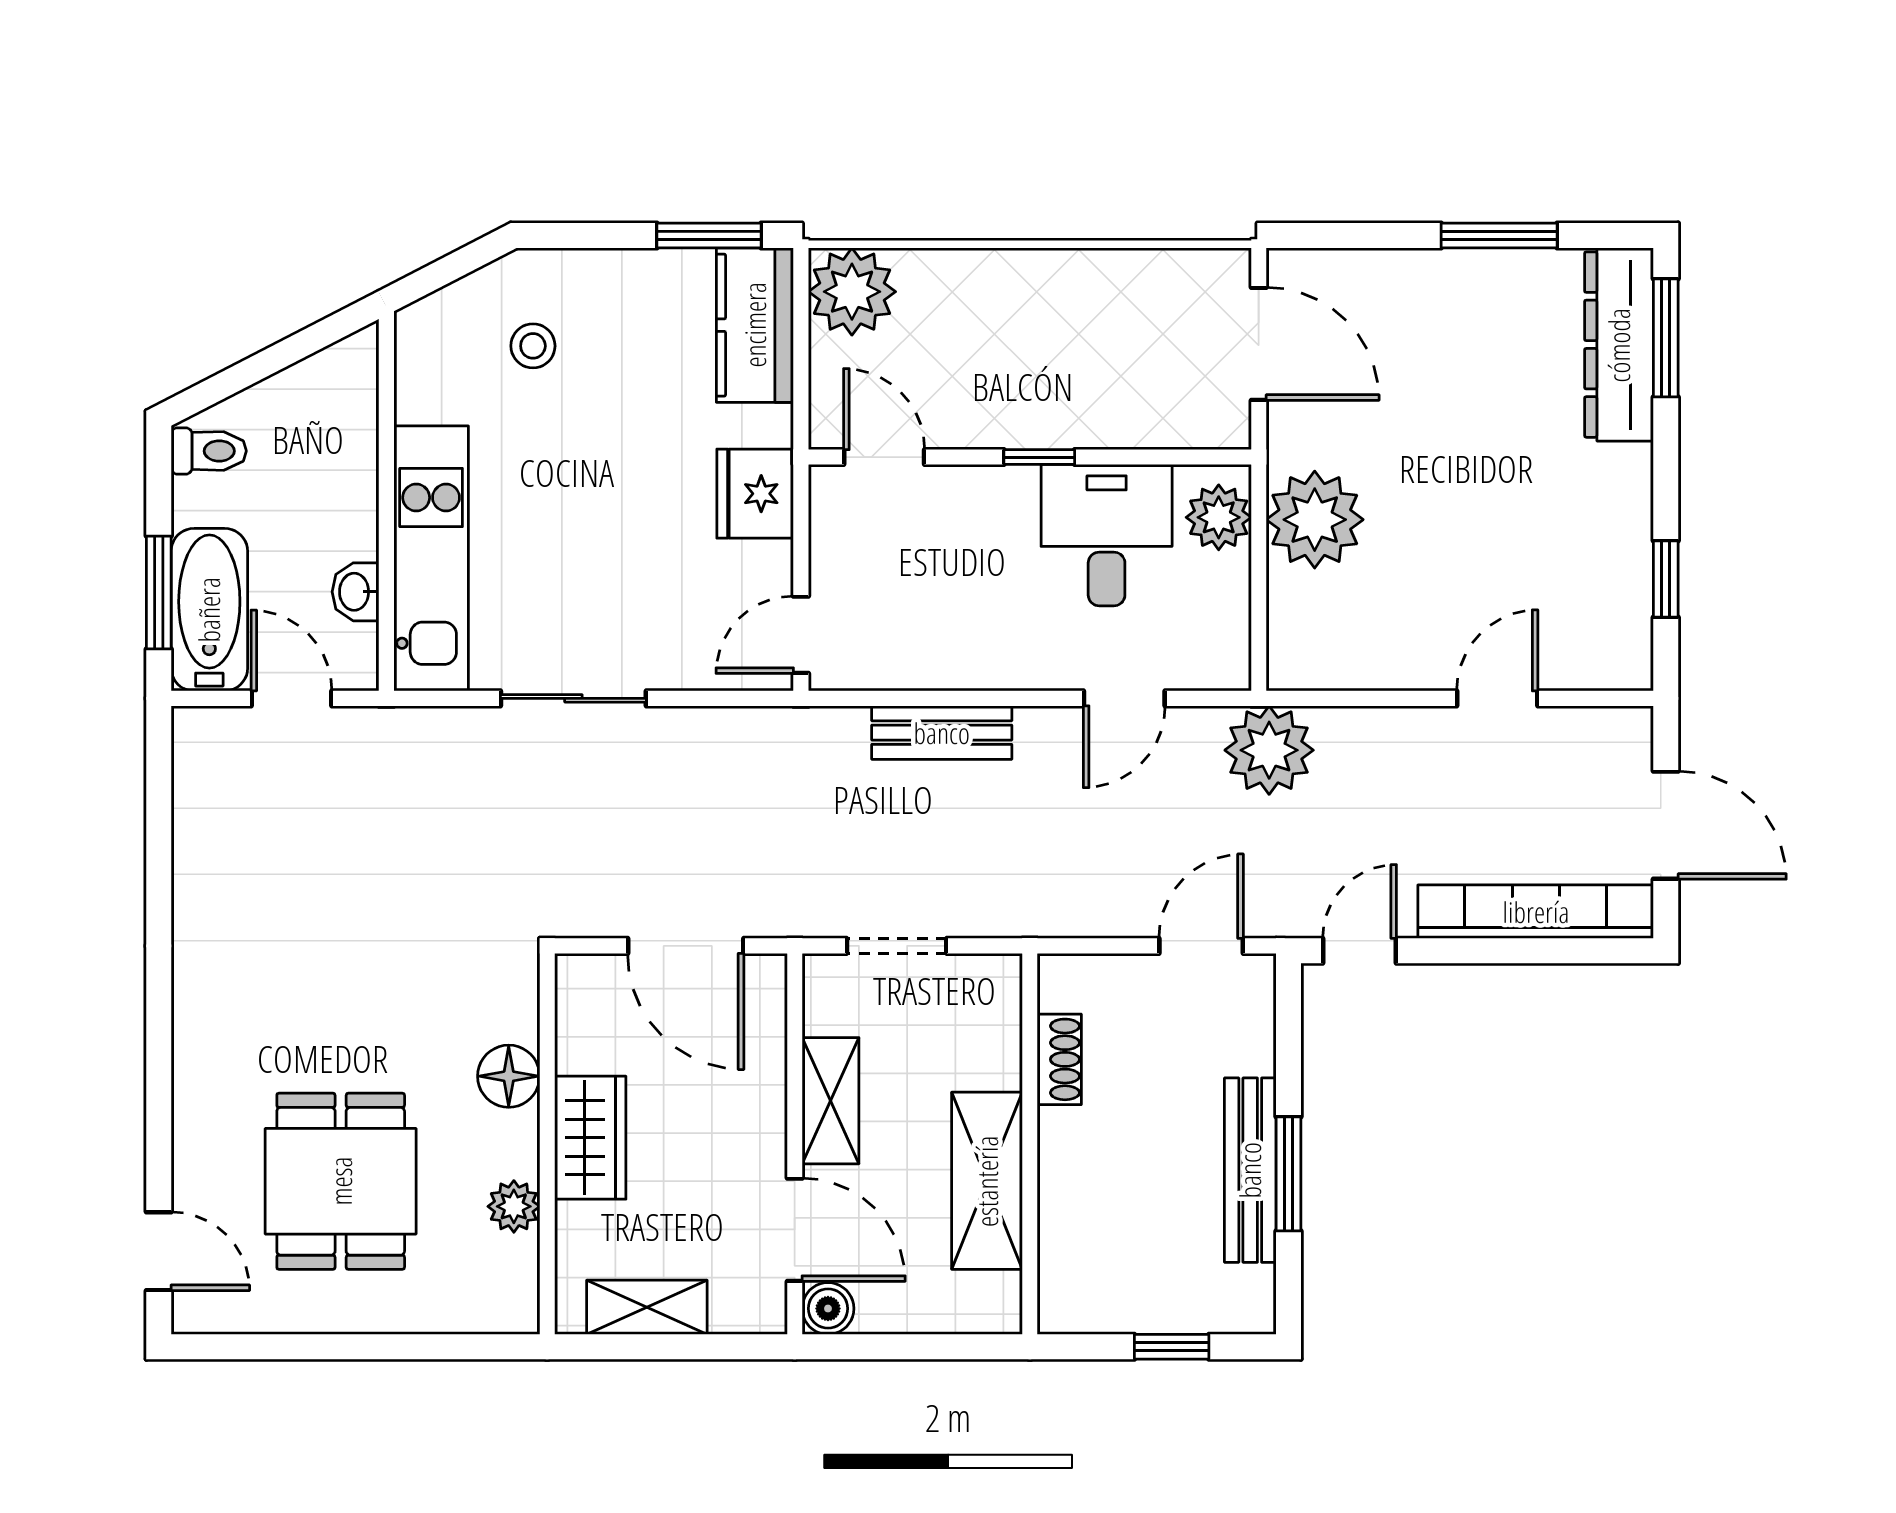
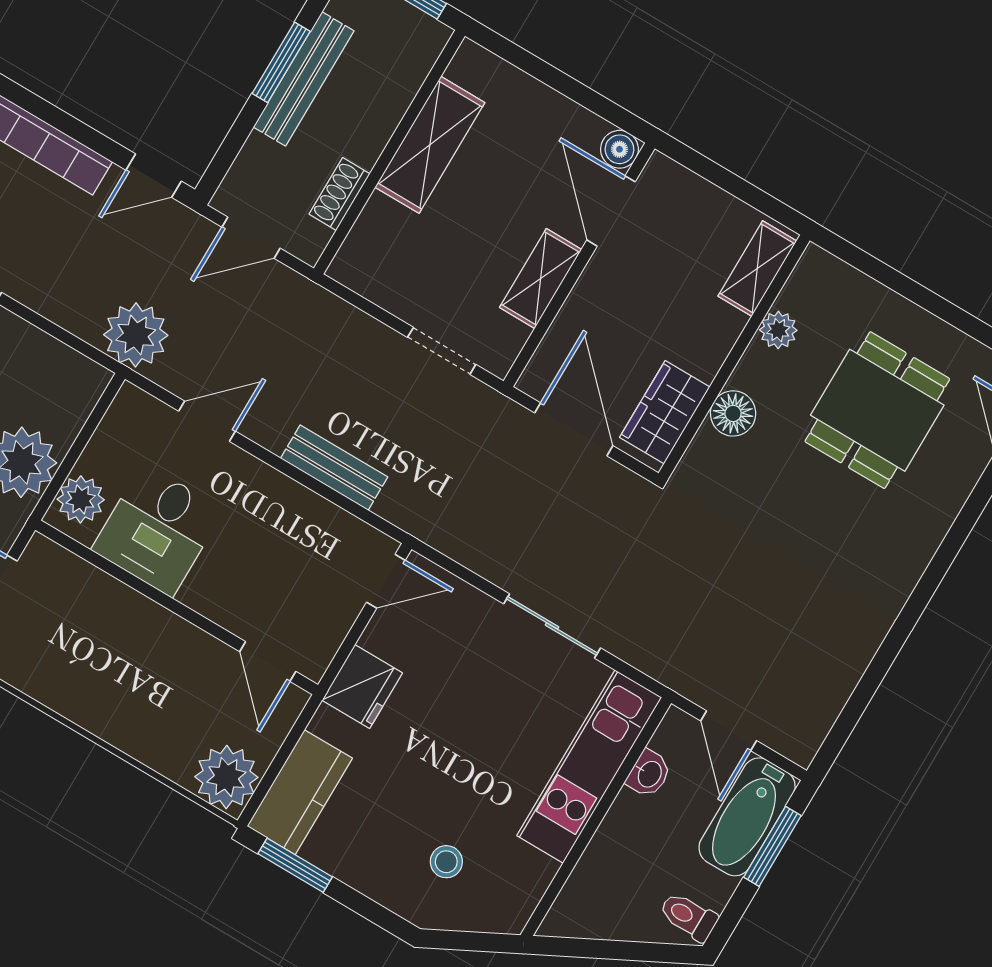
window: (1039, 457) -> (171, 604), removed
shoe rack: (1059, 1059) -> (339, 194), moved
wardrobe: (590, 1138) -> (665, 412), moved
wall: (1030, 1144) -> (389, 152), moved
shelving: (987, 1181) -> (430, 145), moved
shelving: (647, 1307) -> (757, 268), moved, turned 90

